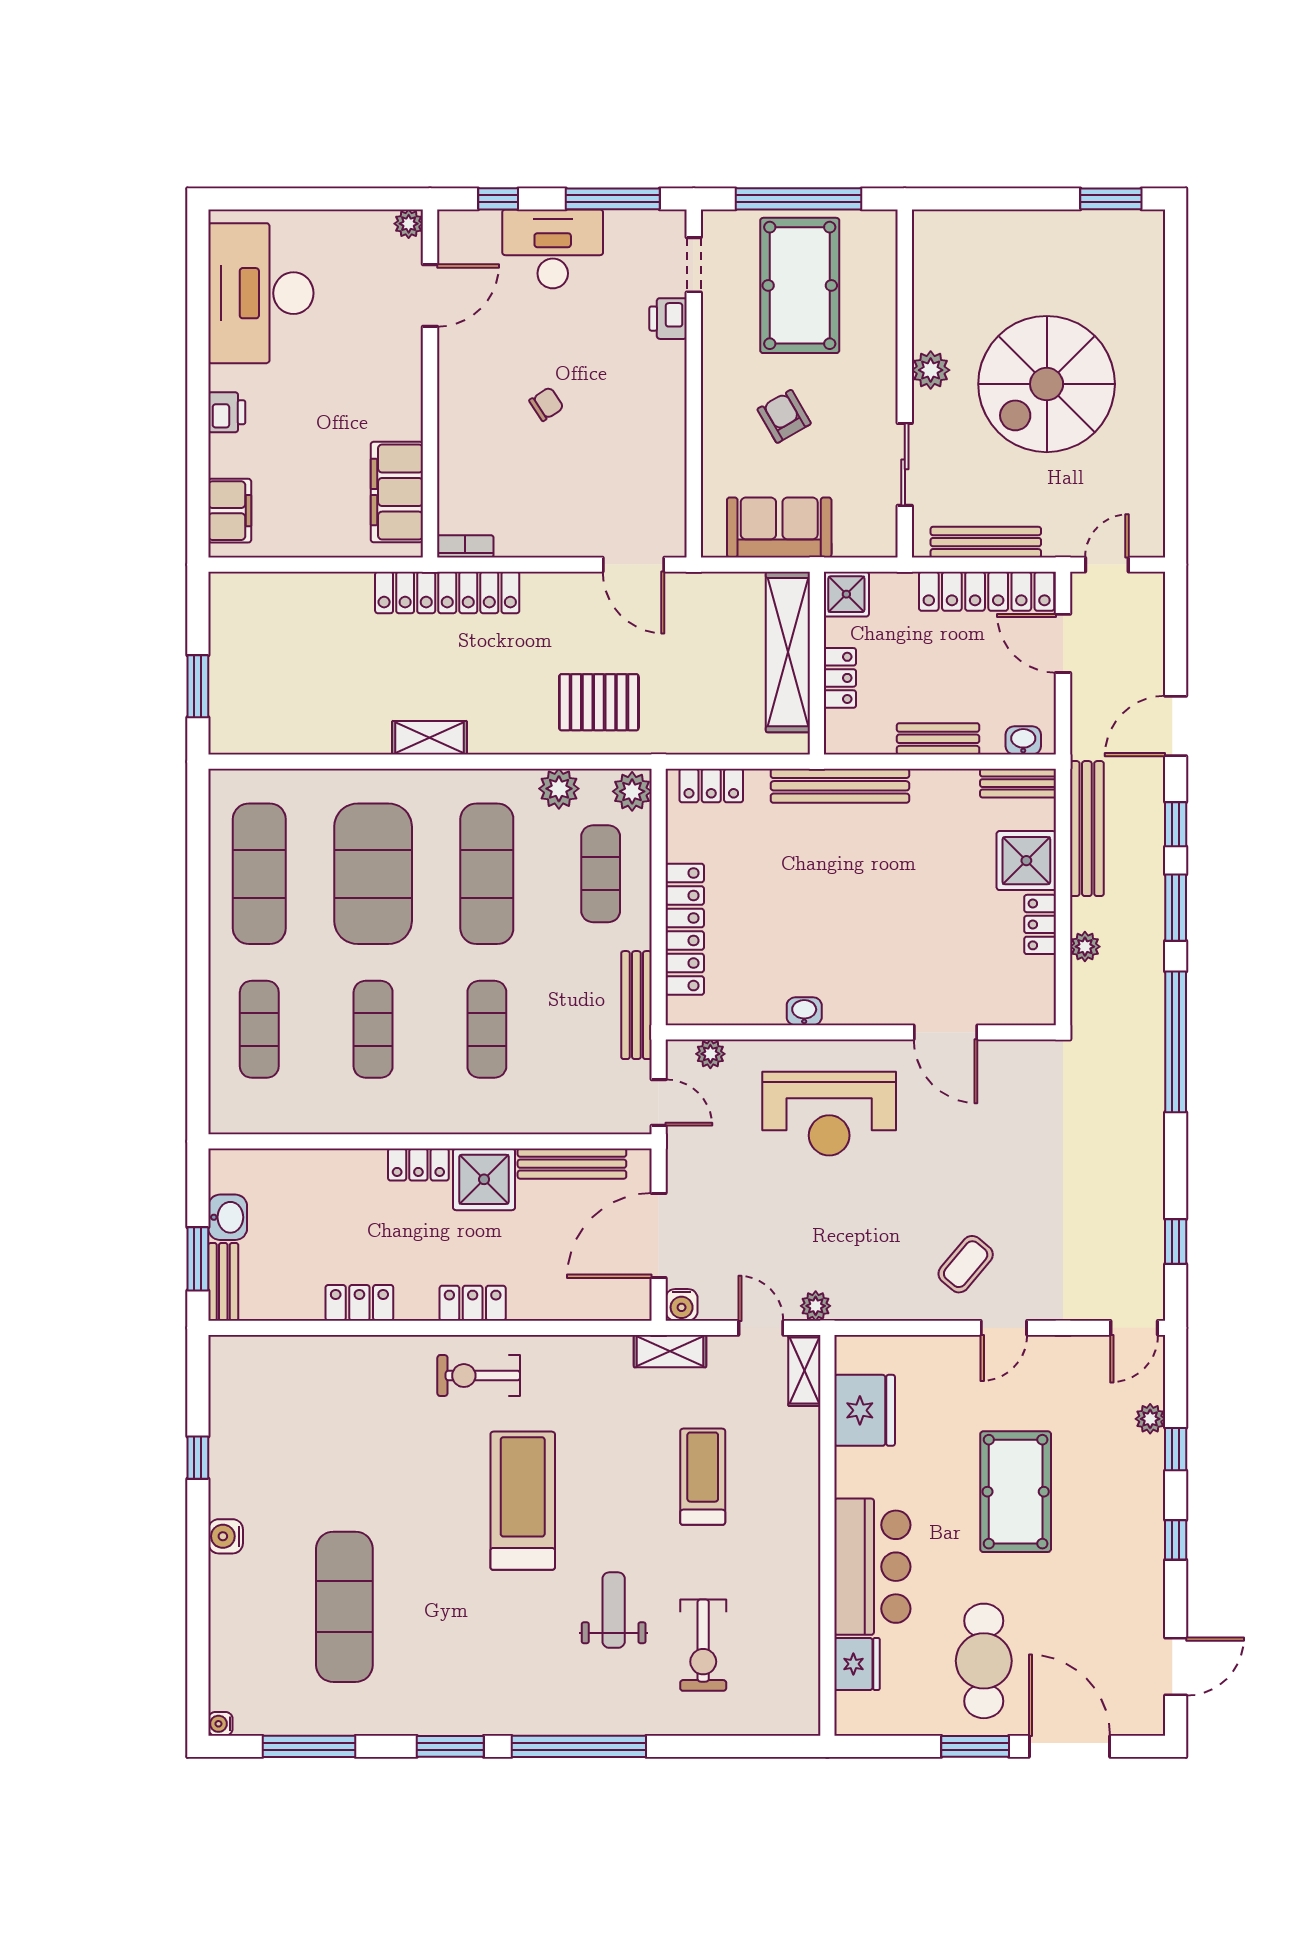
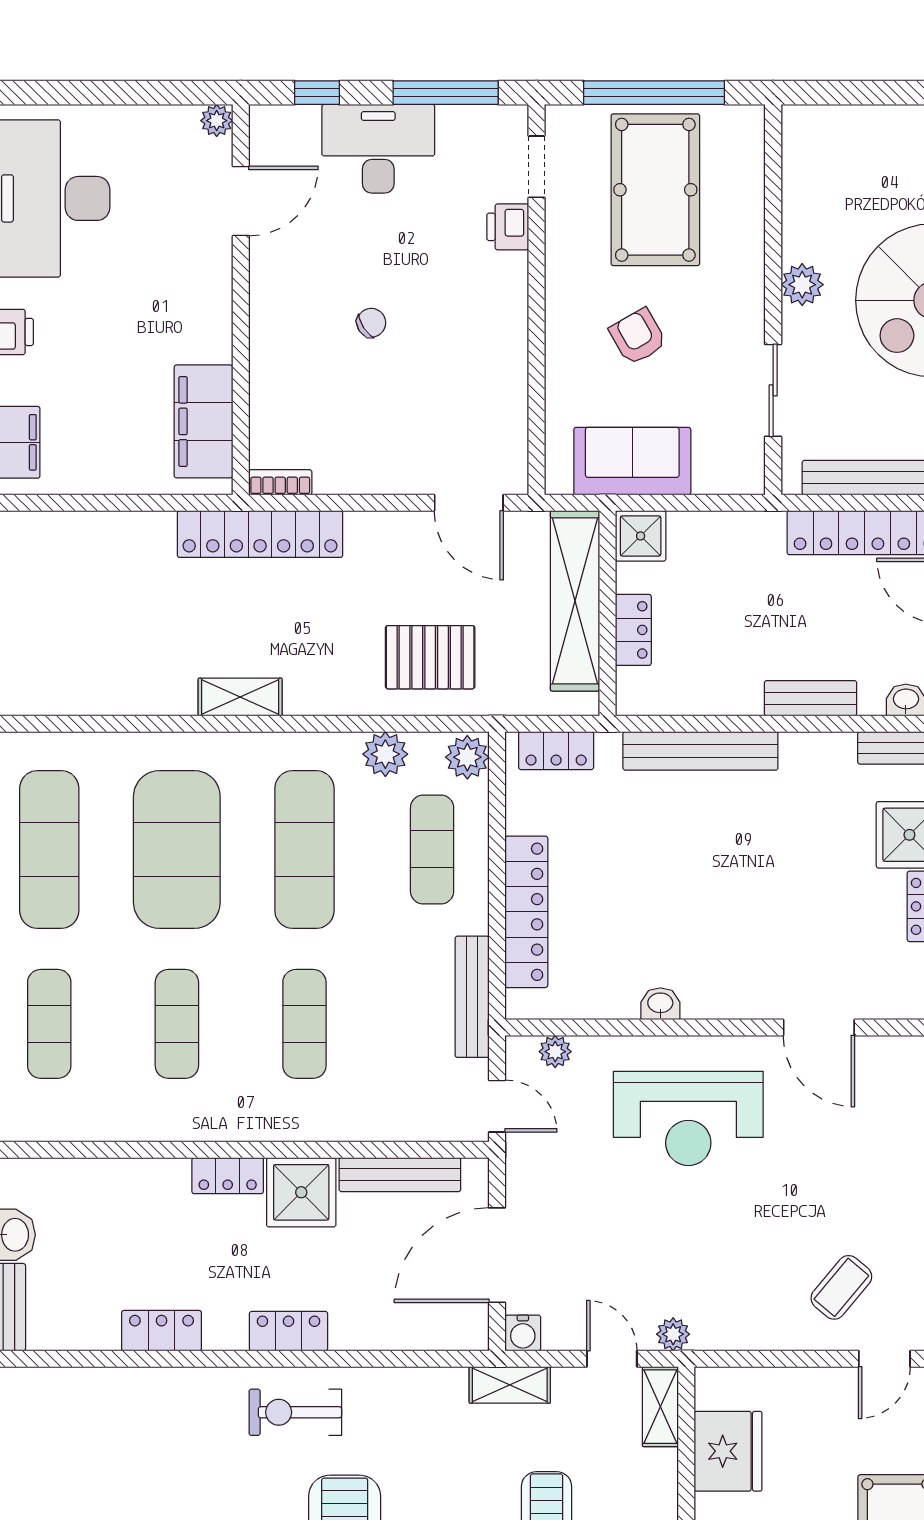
shower: (846, 594) -> (641, 536), moved
shelving: (788, 652) -> (575, 601), moved
wall: (817, 663) -> (607, 613), moved
locker: (840, 678) -> (633, 630), moved

